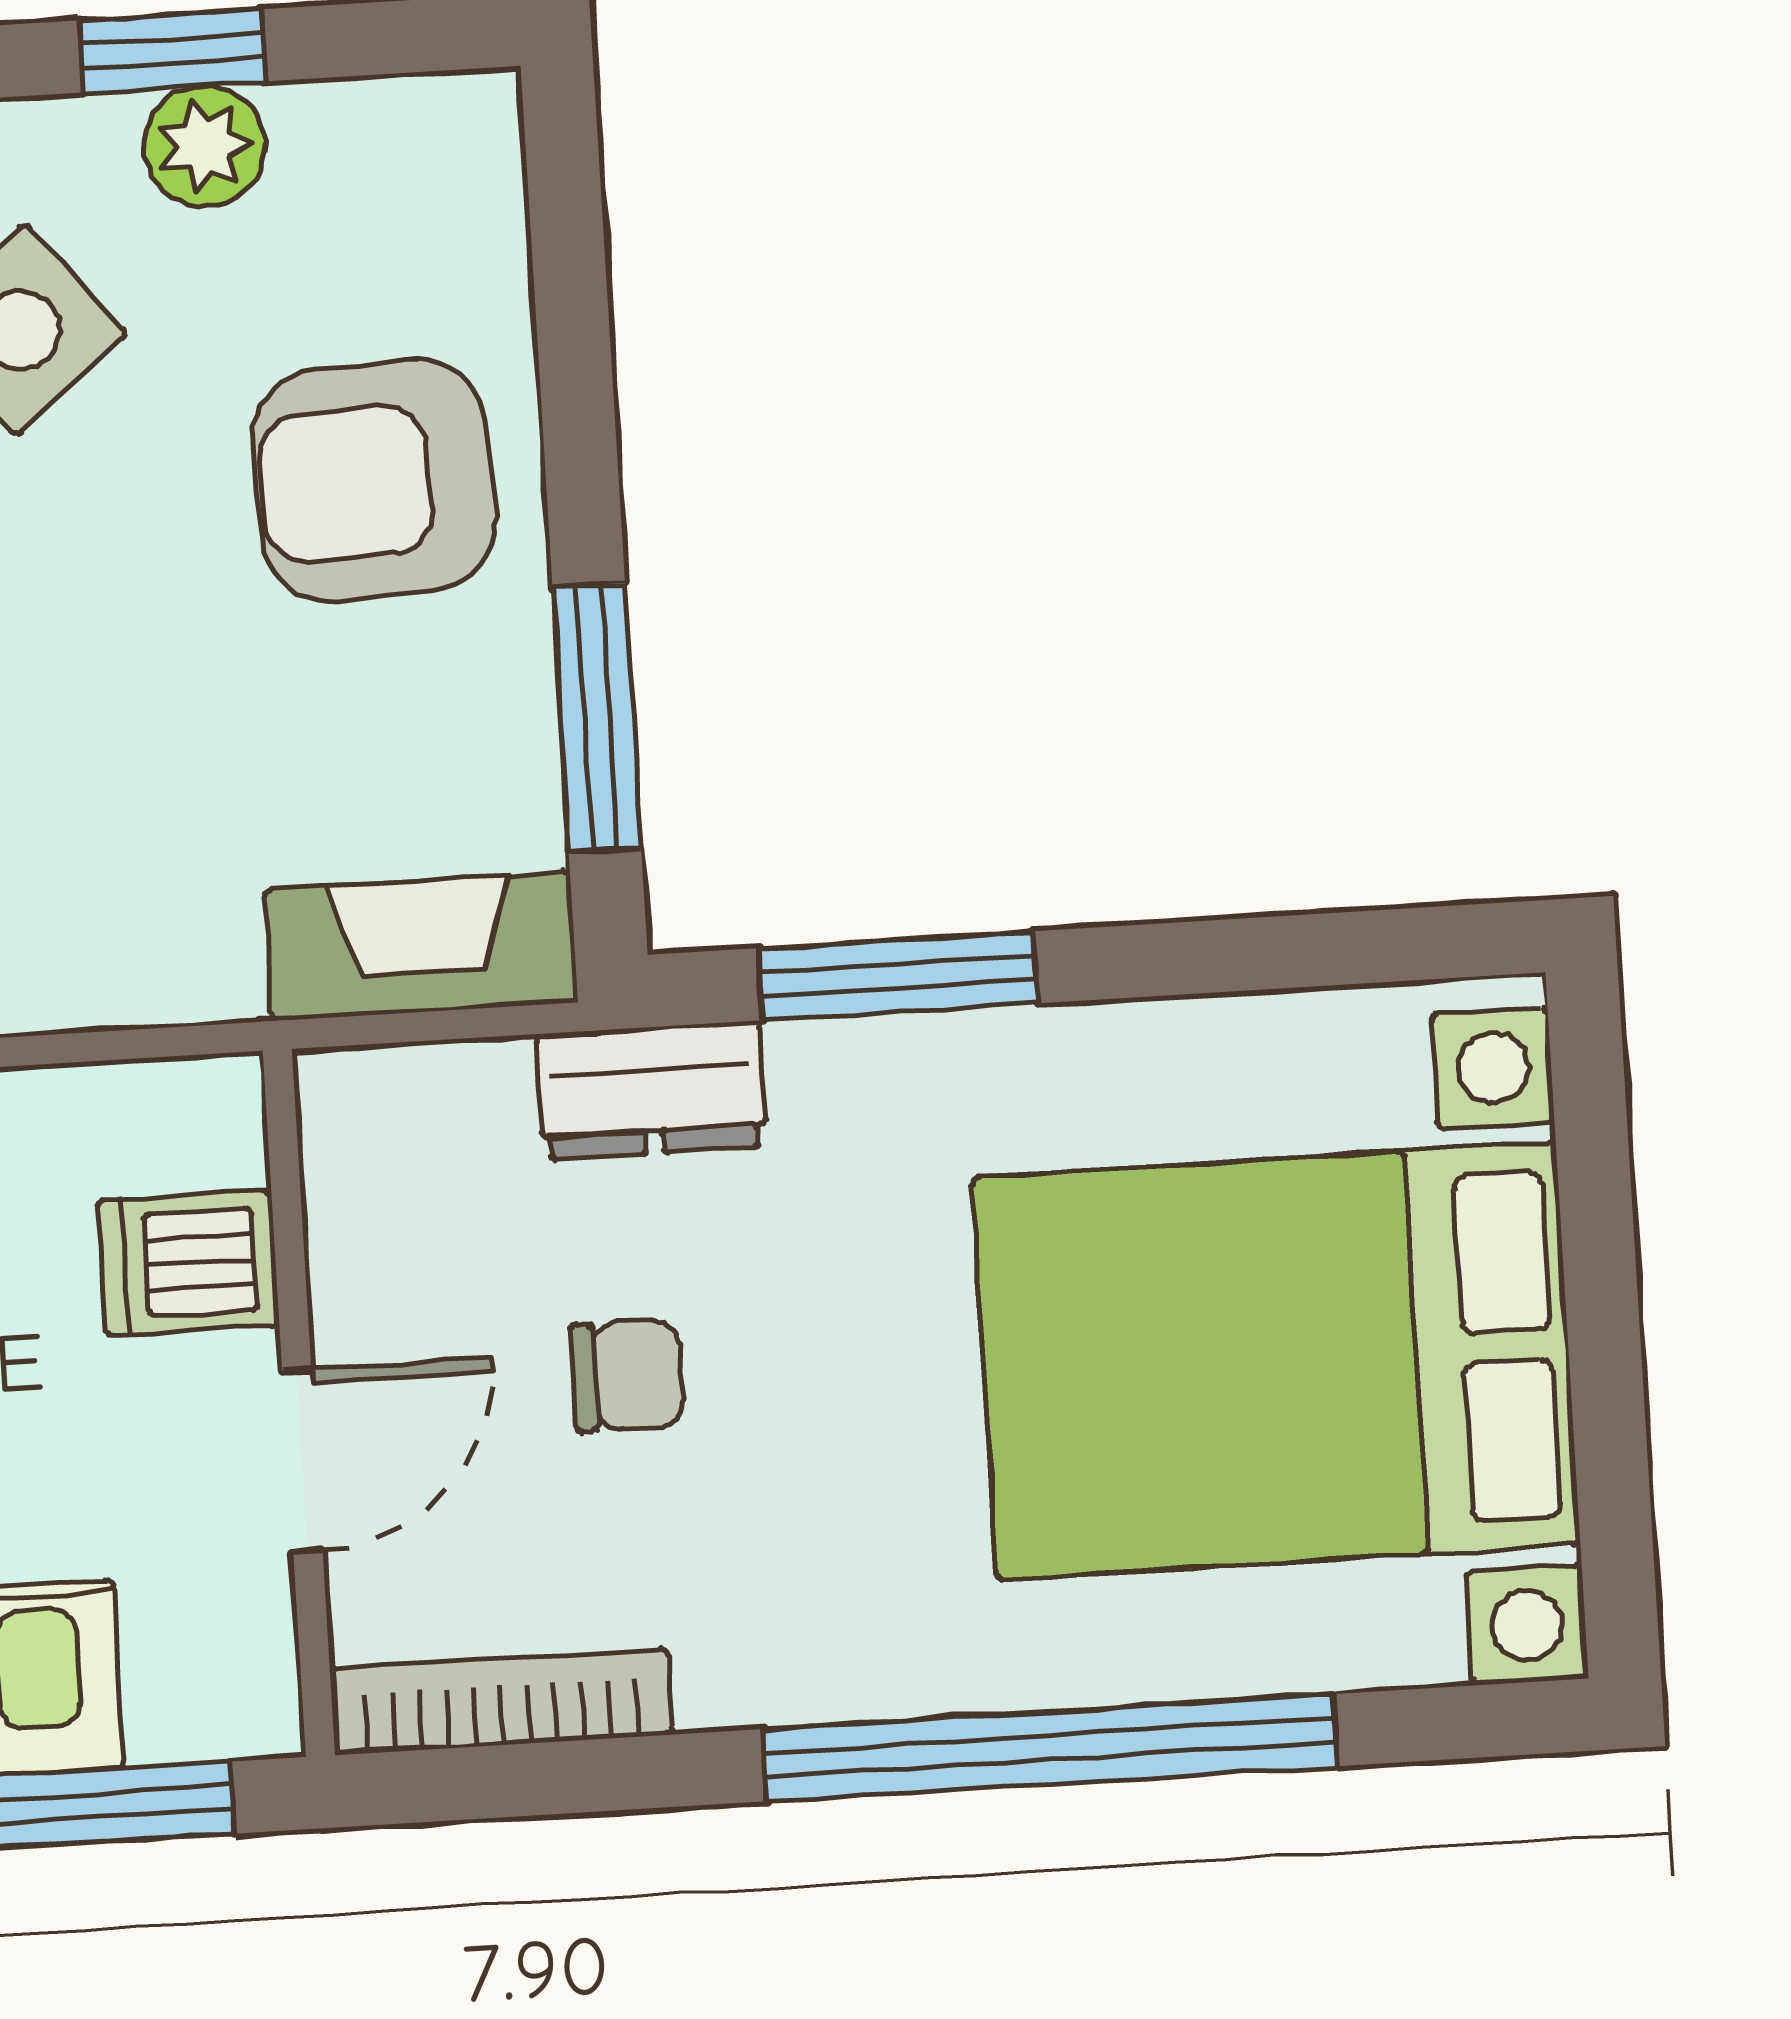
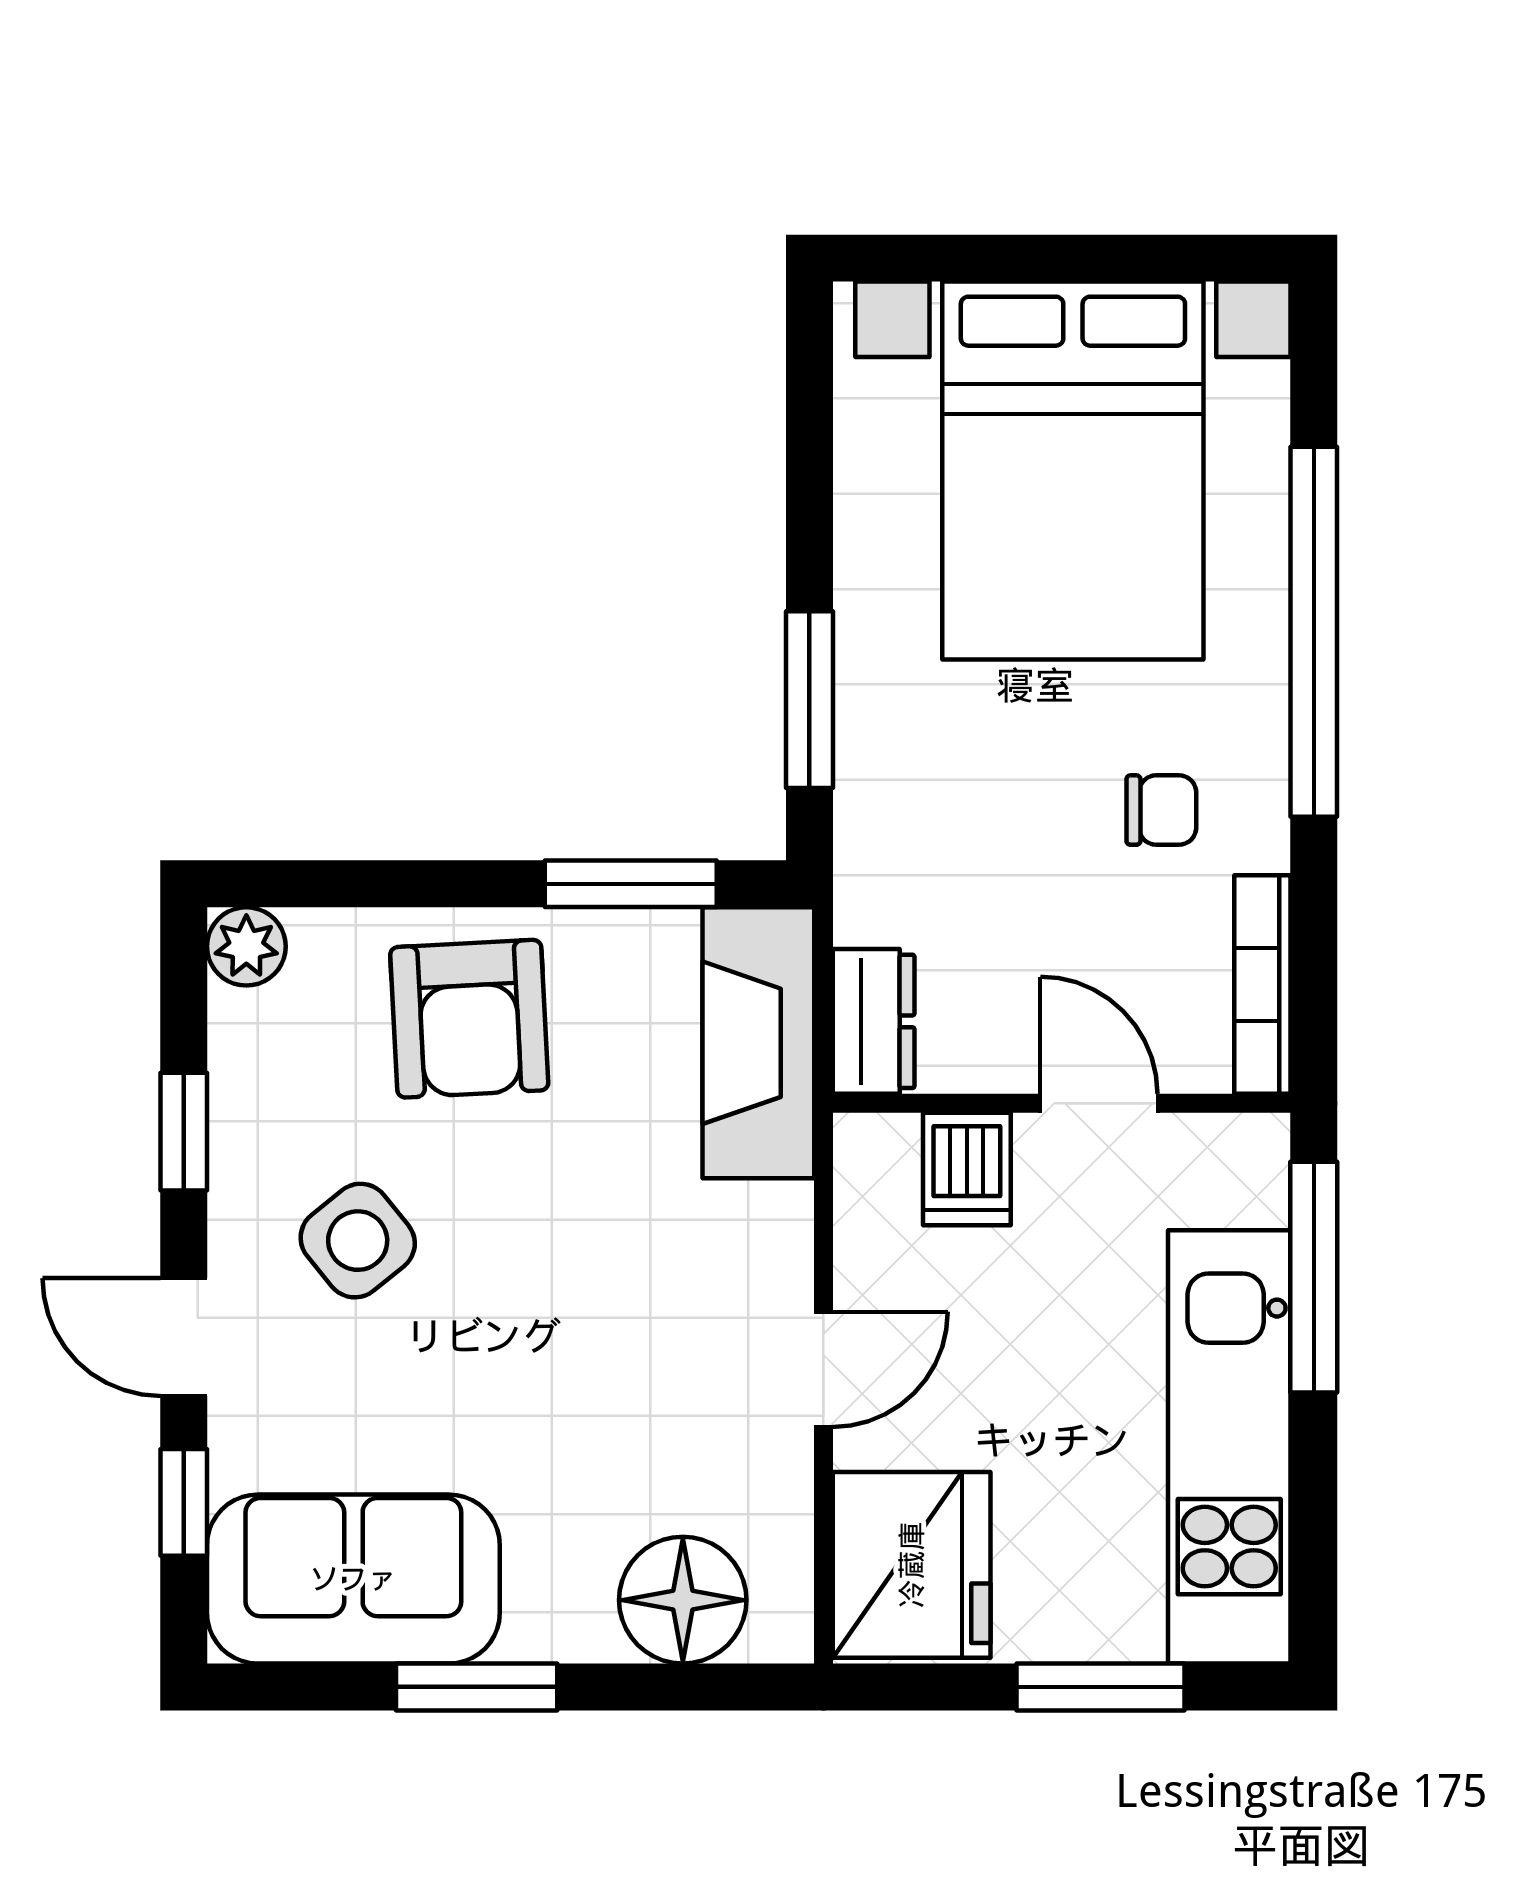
plant: (204, 146) -> (246, 946), moved
fireplace: (421, 947) -> (758, 1043), width x1.37, depth x1.32
dresser: (651, 1090) -> (874, 1021), moved
chair: (627, 1375) -> (1161, 810), moved, turned 90

